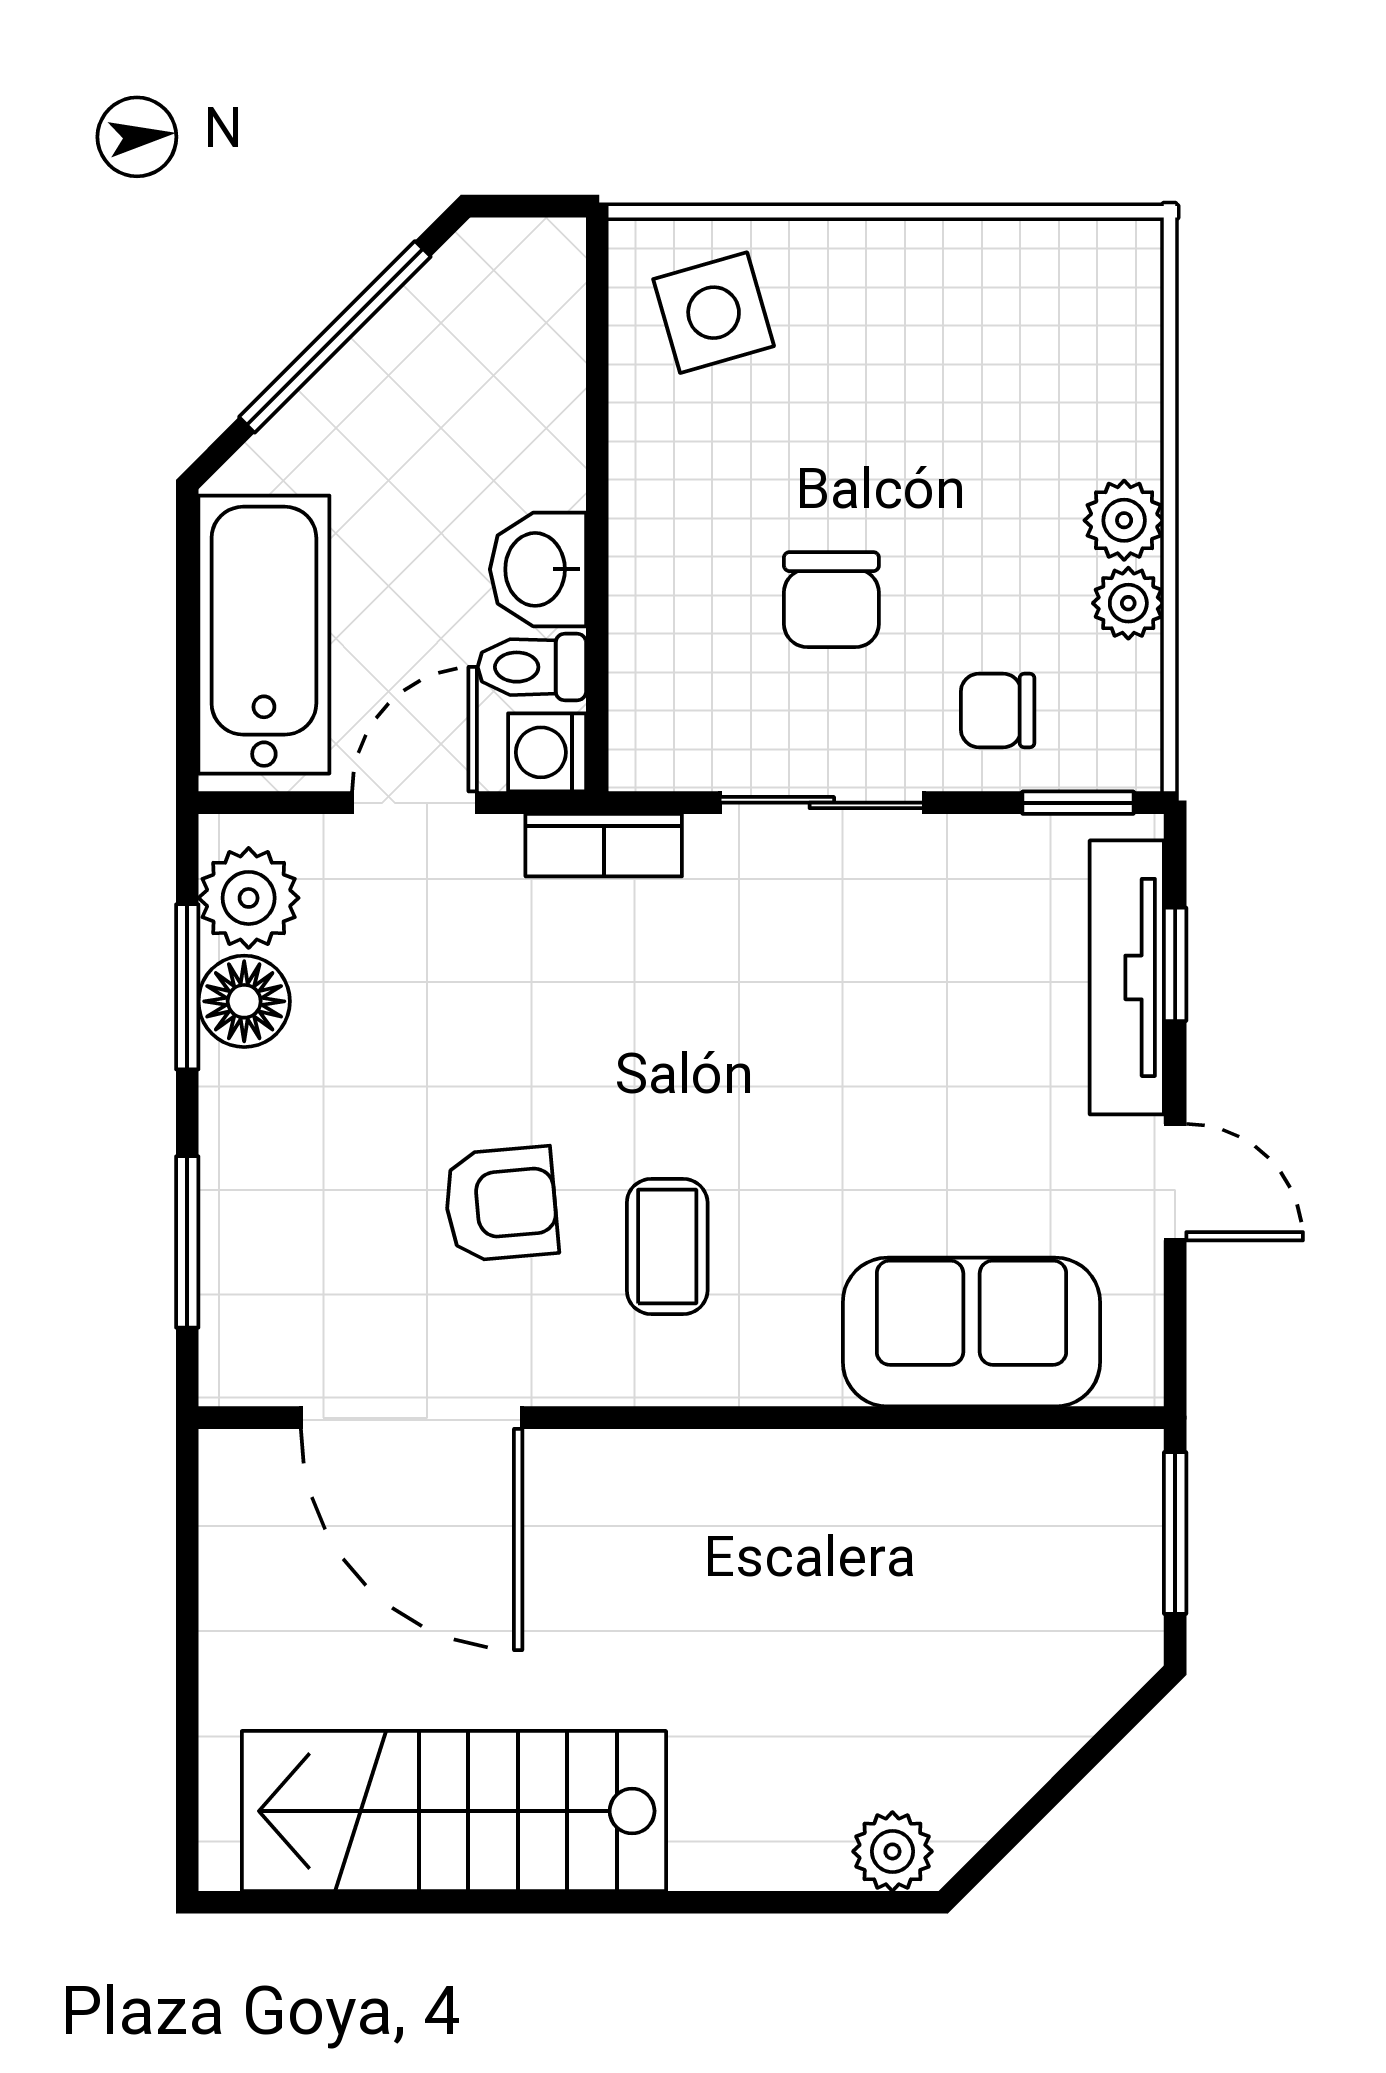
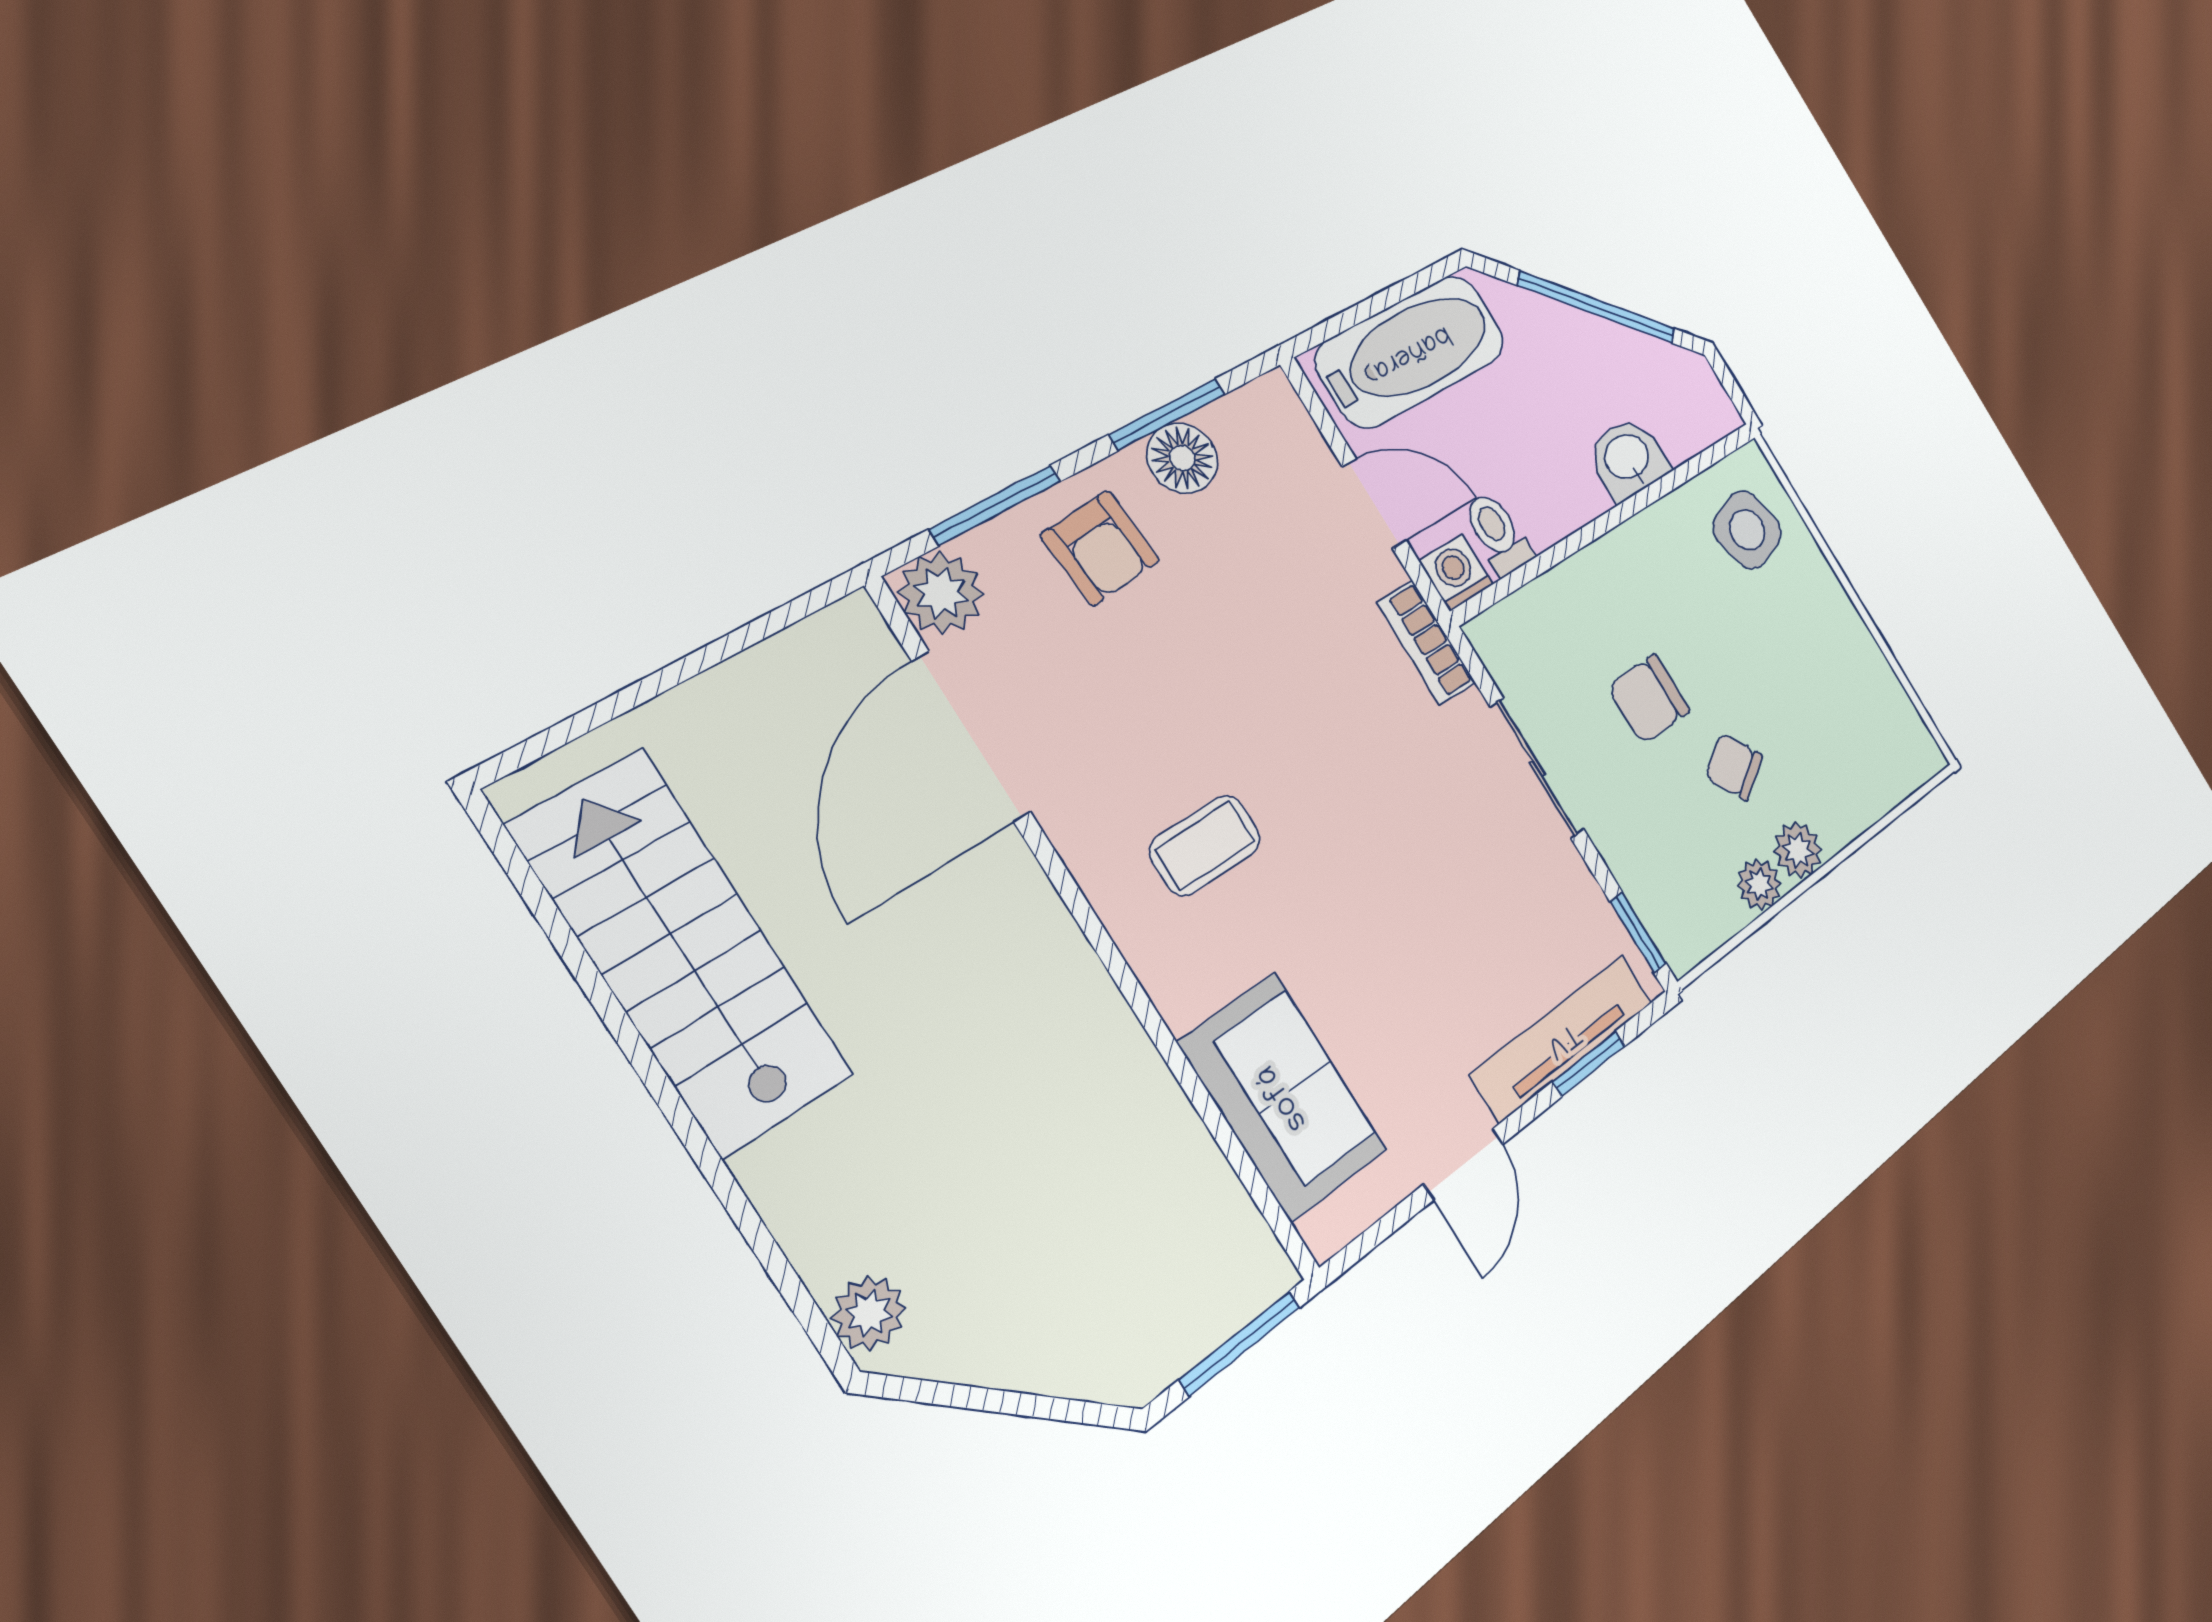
washbasin: (538, 569) -> (1628, 458), moved
chair: (998, 711) -> (1734, 767), moved, turned -32
plant: (249, 898) -> (941, 593), moved
armchair: (501, 1204) -> (1100, 548), moved

